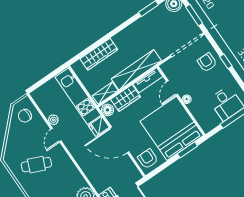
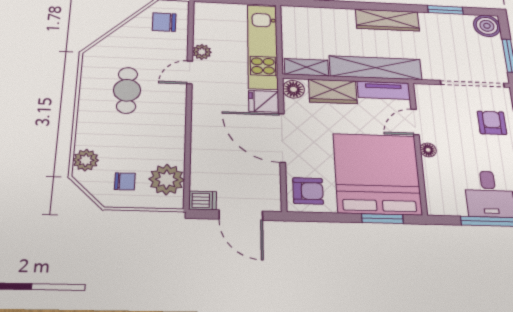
wardrobe: (99, 54) -> (387, 20), moved
armchair: (148, 159) -> (308, 191), turned 90
cafe table: (36, 165) -> (127, 90), turned 67

